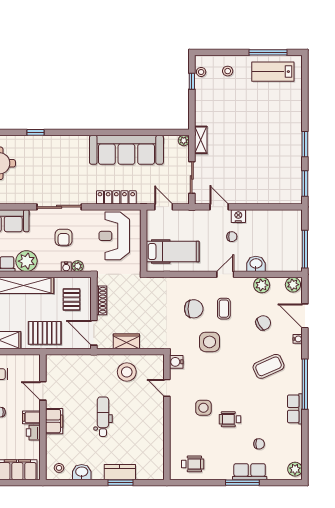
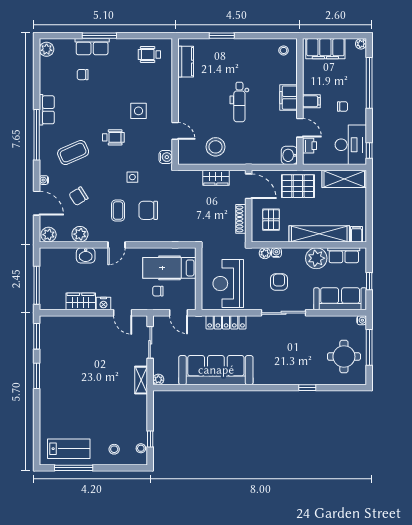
wardrobe: (261, 218) -> (81, 301), added
reception desk: (114, 236) -> (228, 284), turned 180
chair: (232, 237) -> (158, 291), moved
window: (305, 249) -> (37, 285), moved
side table: (210, 342) -> (132, 177), width x0.54, depth x0.54
wheelchair: (230, 419) -> (113, 137), moved
printer: (33, 433) -> (309, 146), moved
washbasin: (82, 472) -> (289, 155), moved, turned 90
kitchen counter: (120, 472) -> (186, 62), moved, turned -90

